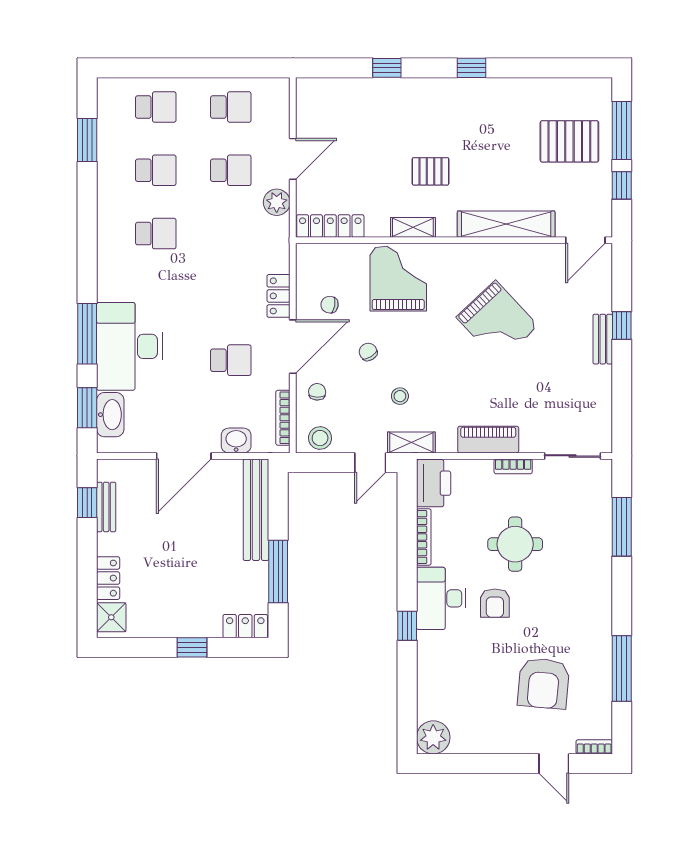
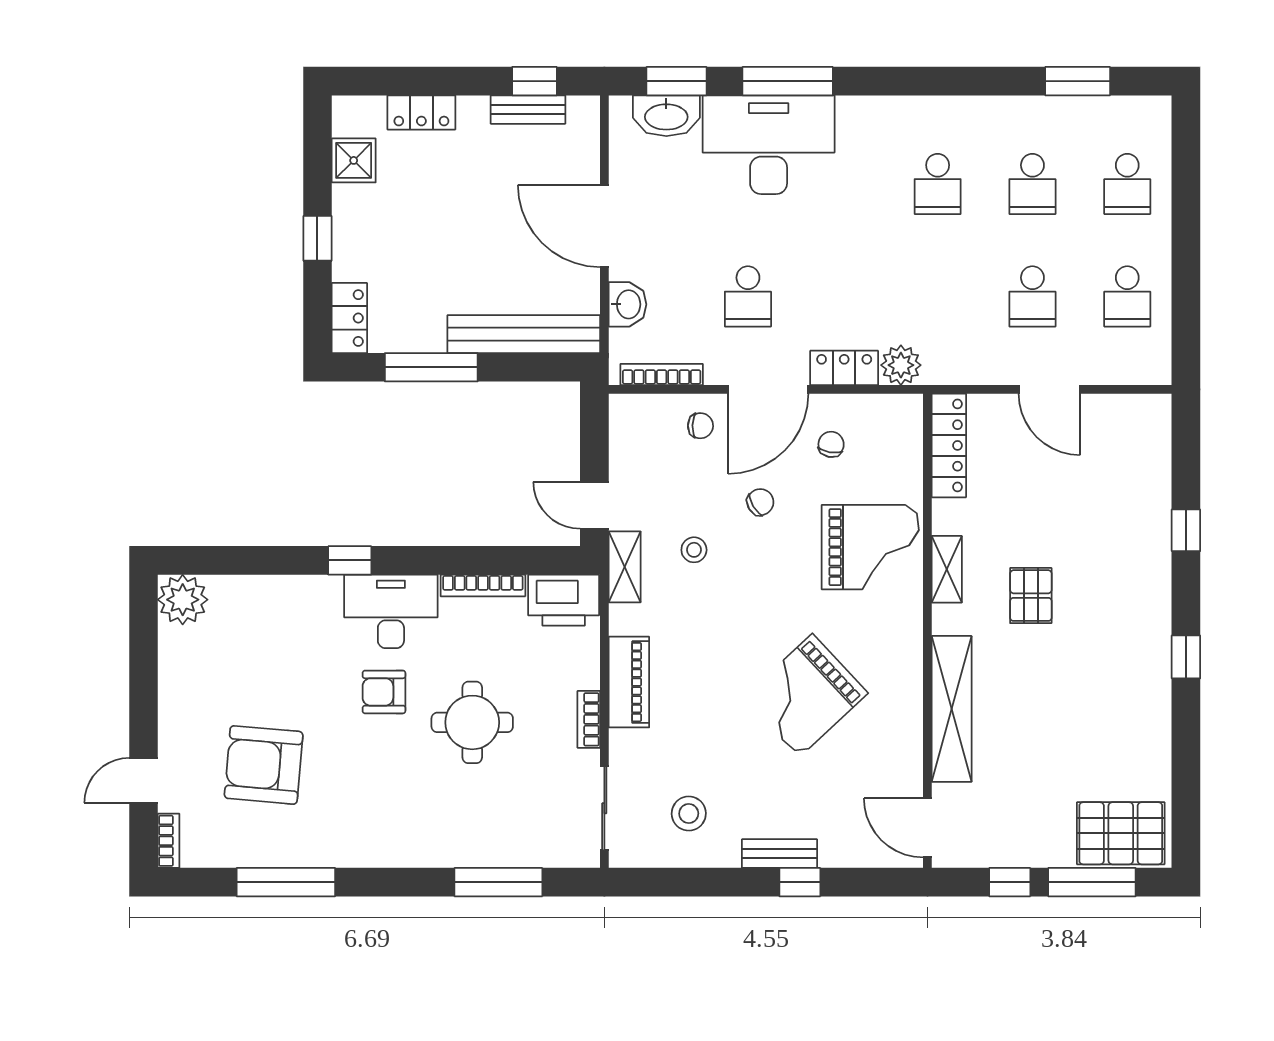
pallet: (569, 141) -> (1121, 833), moved, turned 90
plant: (277, 202) -> (901, 365), moved
door: (293, 347) -> (768, 389), hinge flipped
stool: (320, 438) -> (689, 814), moved
shower: (111, 617) -> (354, 160), moved

